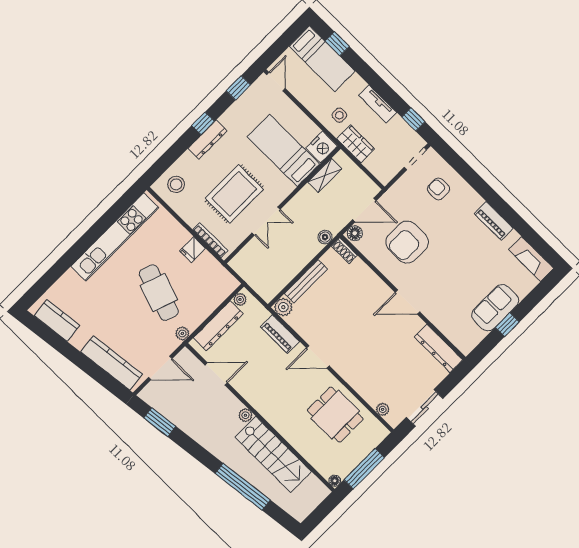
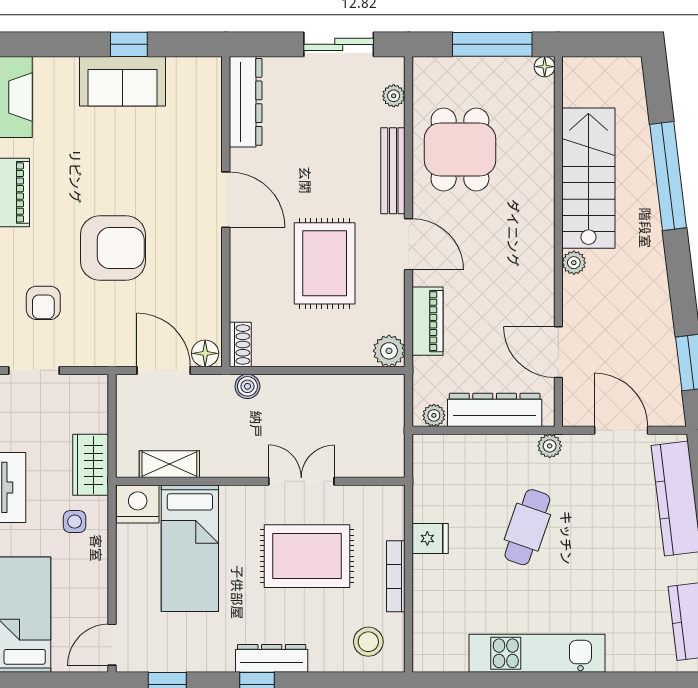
kitchen unit: (115, 237) -> (537, 653), width x0.73
bookcase: (210, 240) -> (396, 576), moved
armchair: (407, 242) -> (113, 248), moved
bench: (306, 281) -> (393, 171), moved, turned 90
cafe table: (159, 293) -> (527, 527), width x0.73, depth x0.74
rug: (343, 316) -> (325, 263), added

